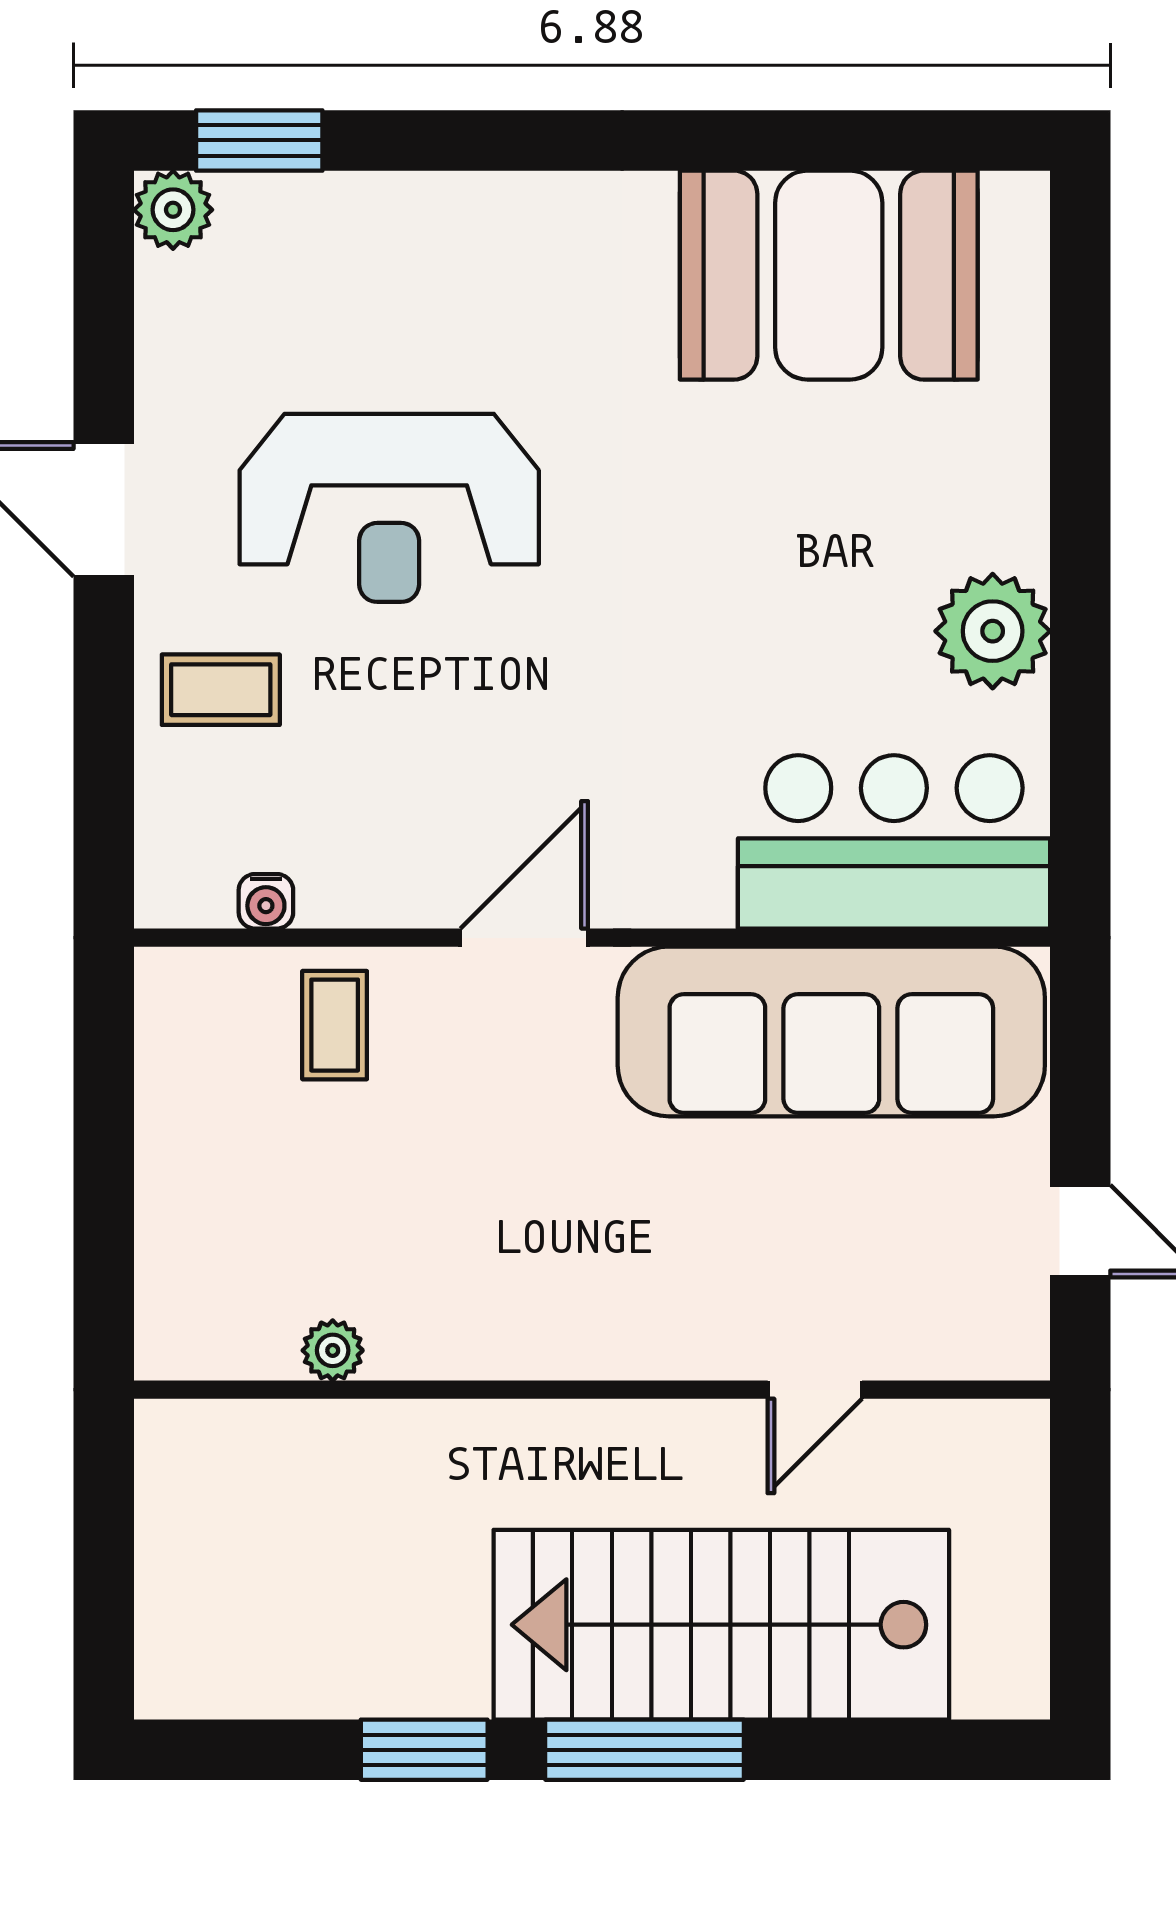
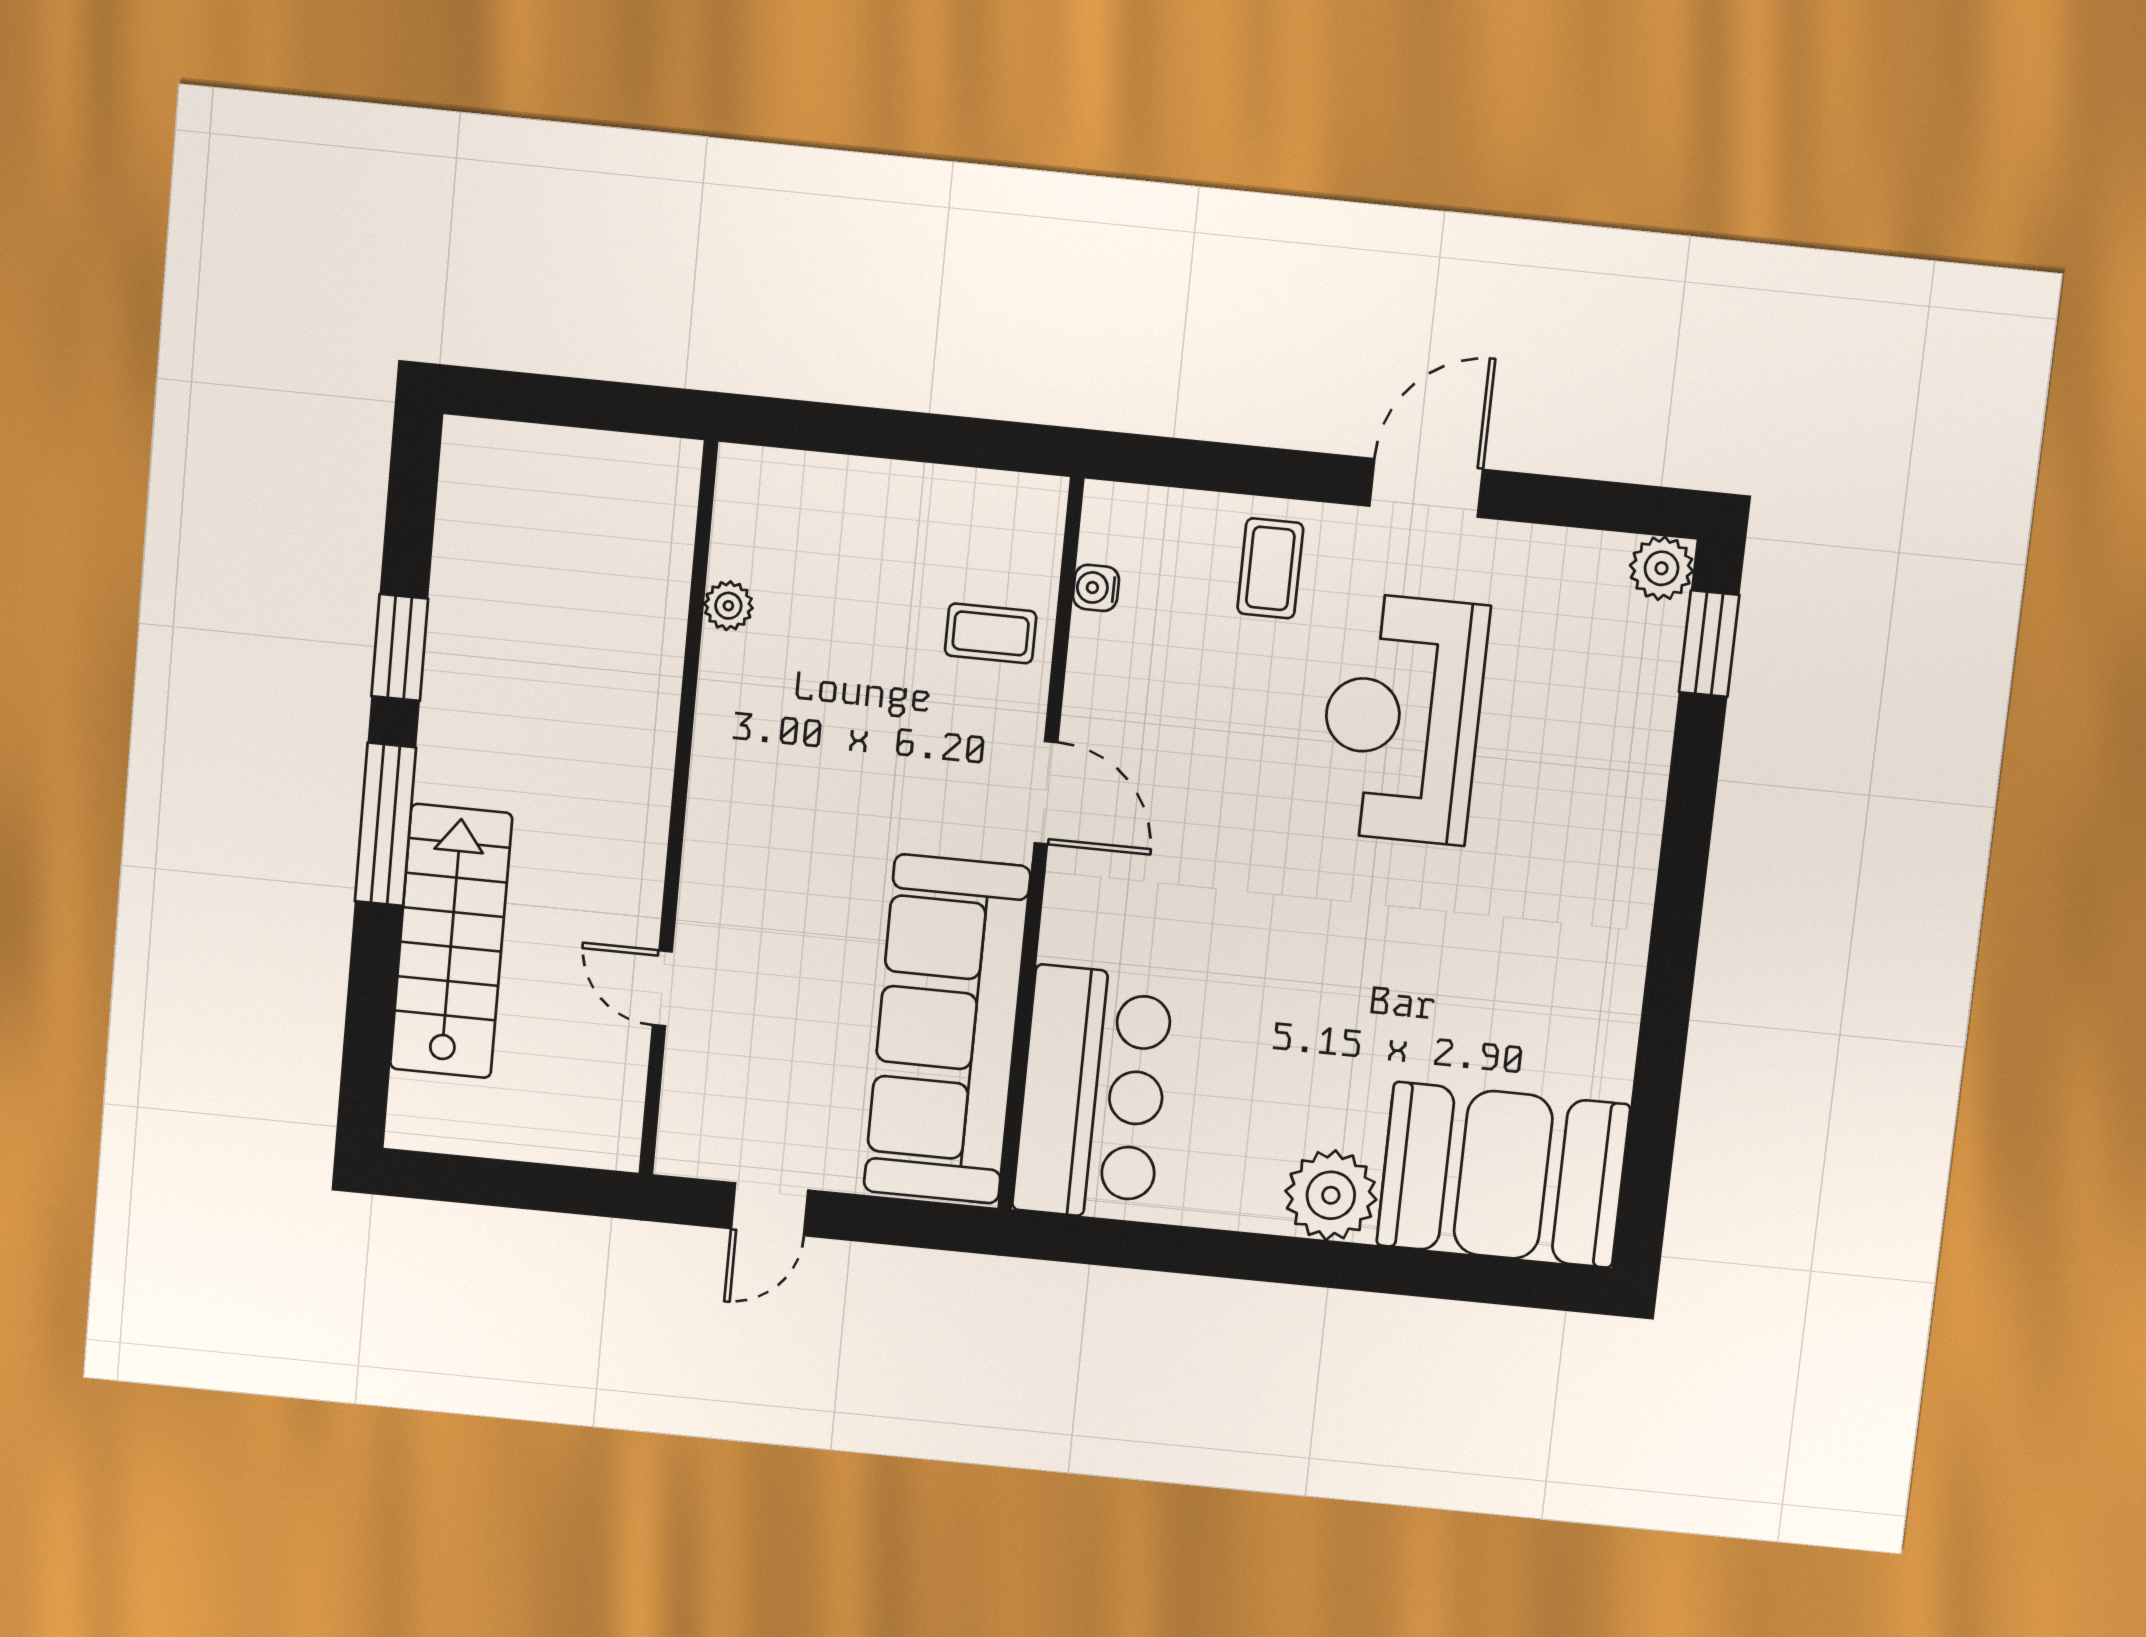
booth: (829, 275) -> (1503, 1175), moved, turned 90
plant: (993, 631) -> (1331, 1195), moved
stairs: (721, 1625) -> (451, 941), width x0.73, depth x0.66

